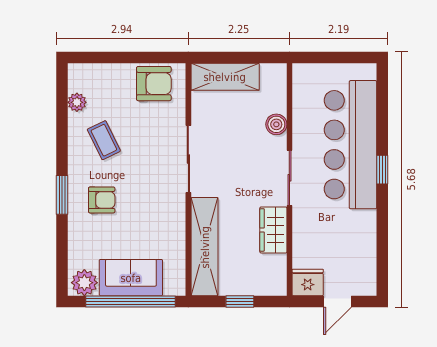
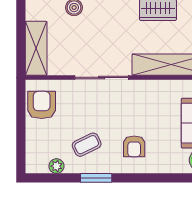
window: (62, 195) -> (96, 178), moved
armchair: (102, 200) -> (134, 146), turned 180

